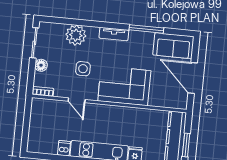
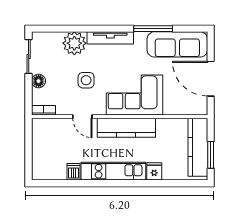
tv unit: (114, 34) -> (110, 38), width x1.41
sofa: (173, 46) -> (177, 44), width x1.36
kitchen counter: (114, 114) -> (126, 128), added

